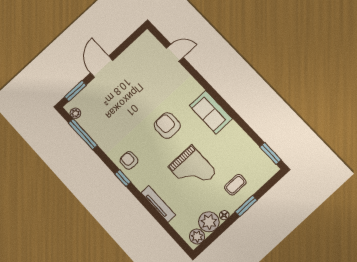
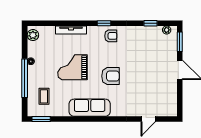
sofa: (211, 112) -> (90, 108), width x1.36
window: (83, 134) -> (151, 23), width x0.46
coffee table: (235, 185) -> (44, 96), moved
window: (246, 206) -> (25, 78), width x2.11
plant: (209, 222) -> (35, 49), removed

